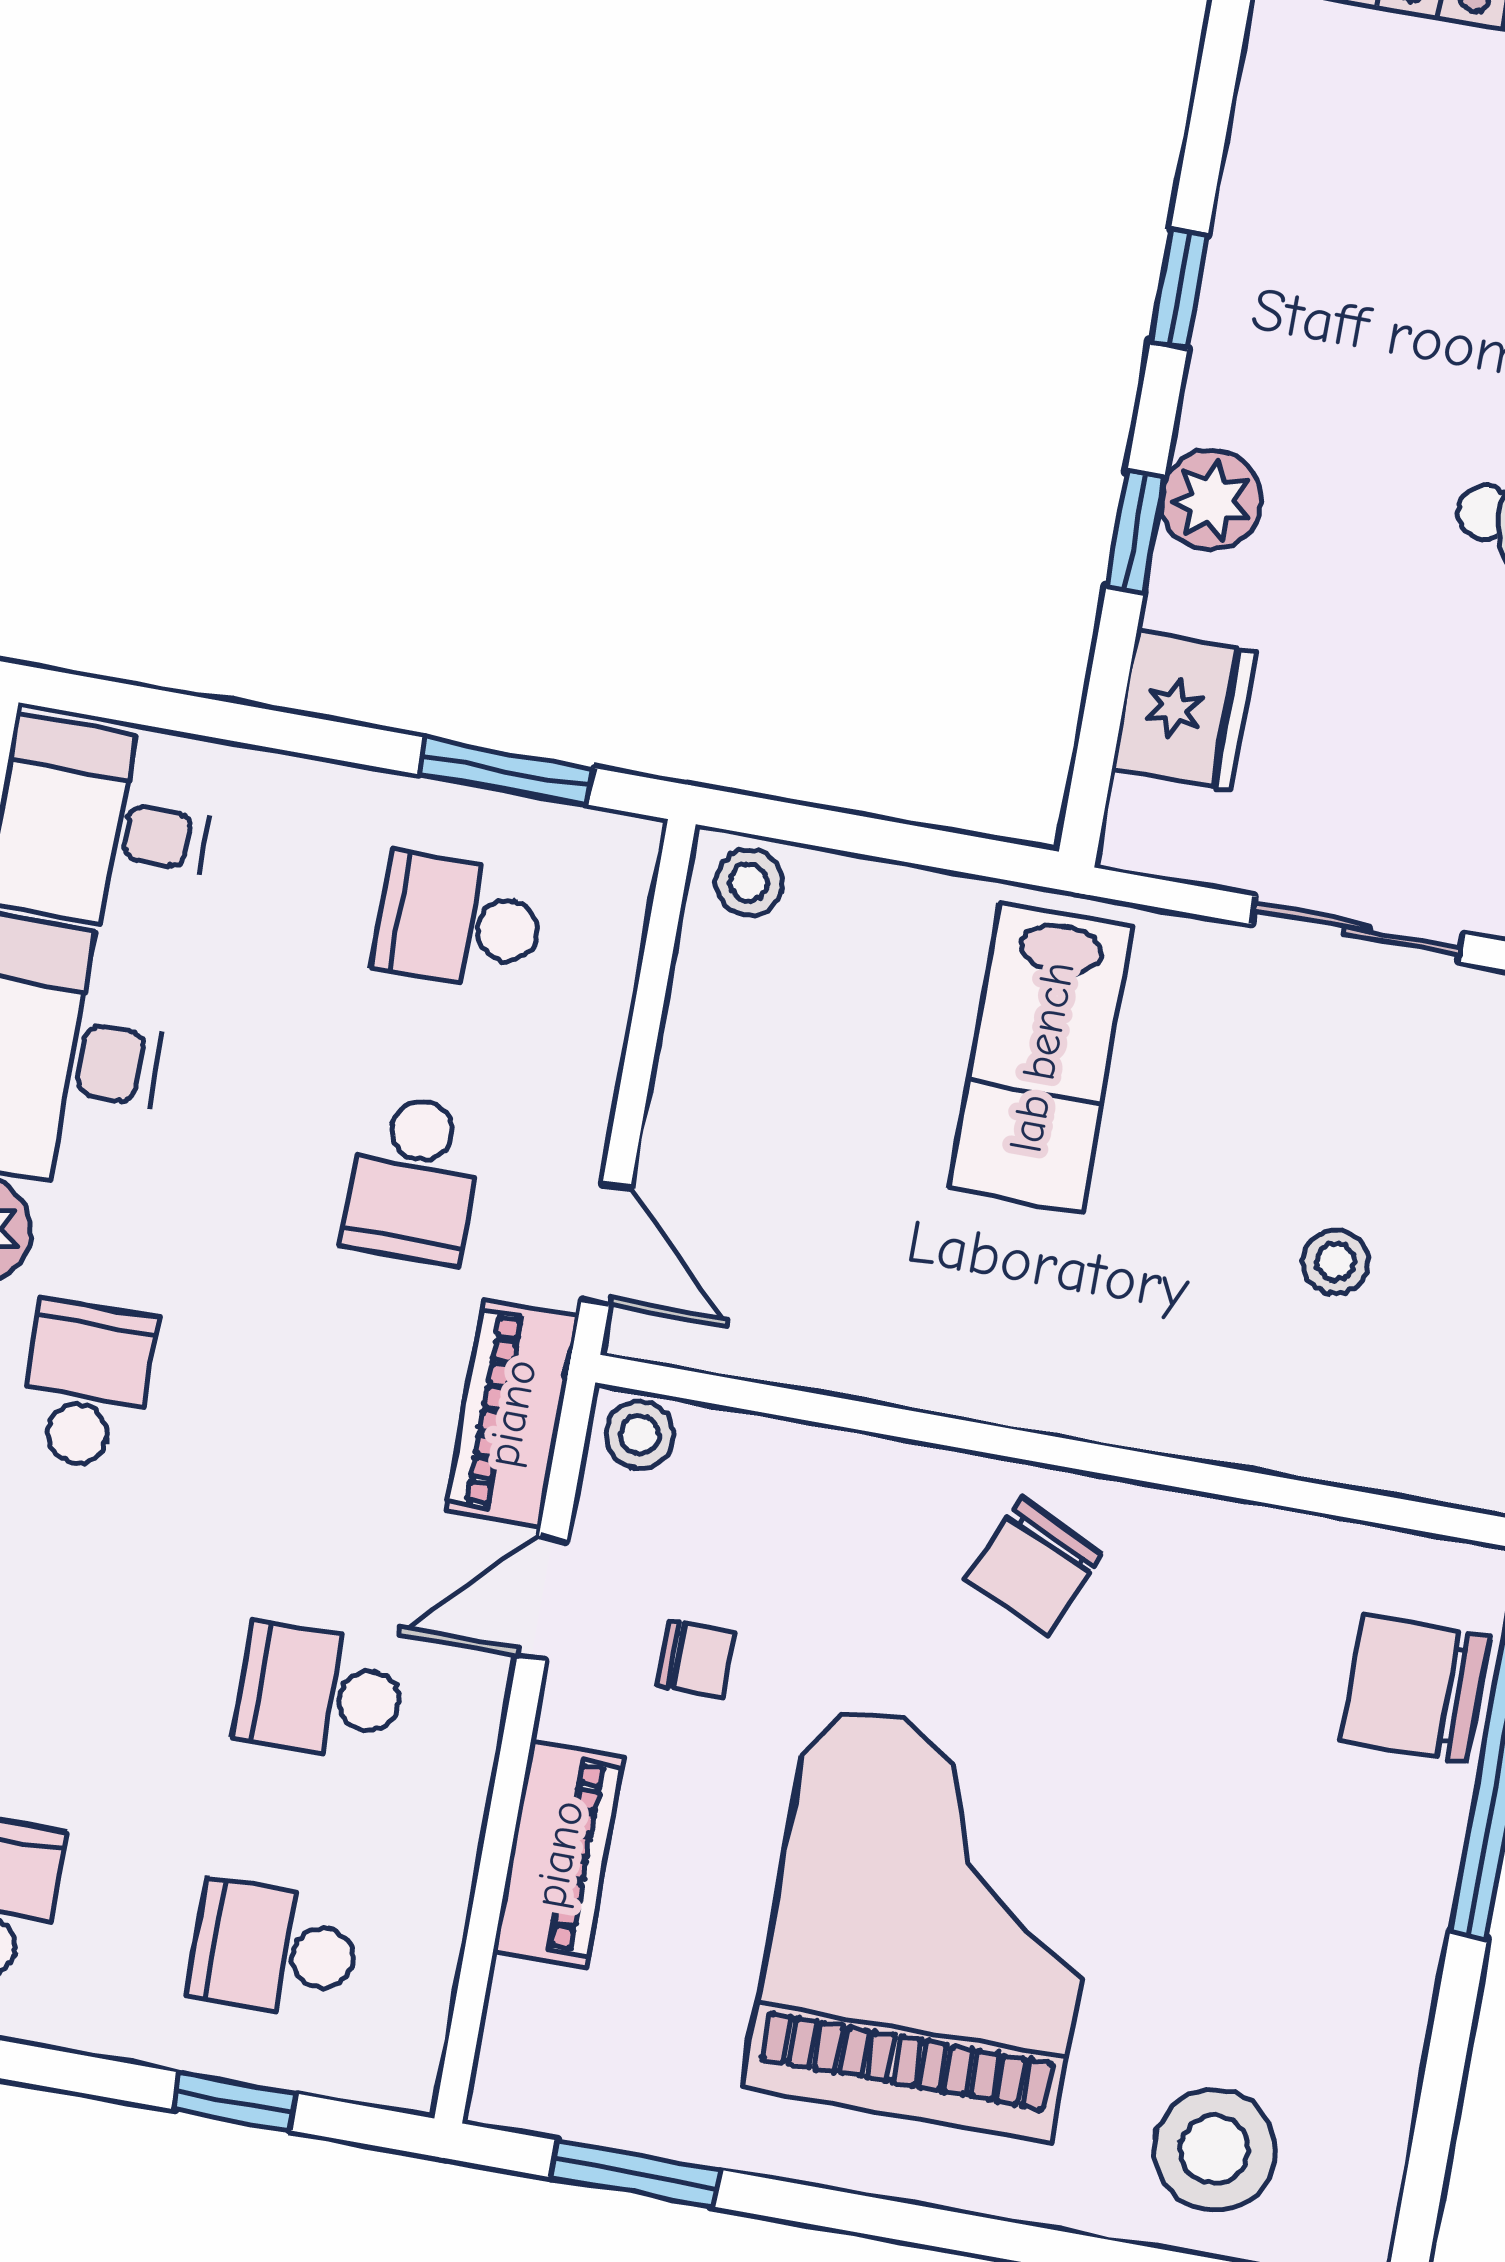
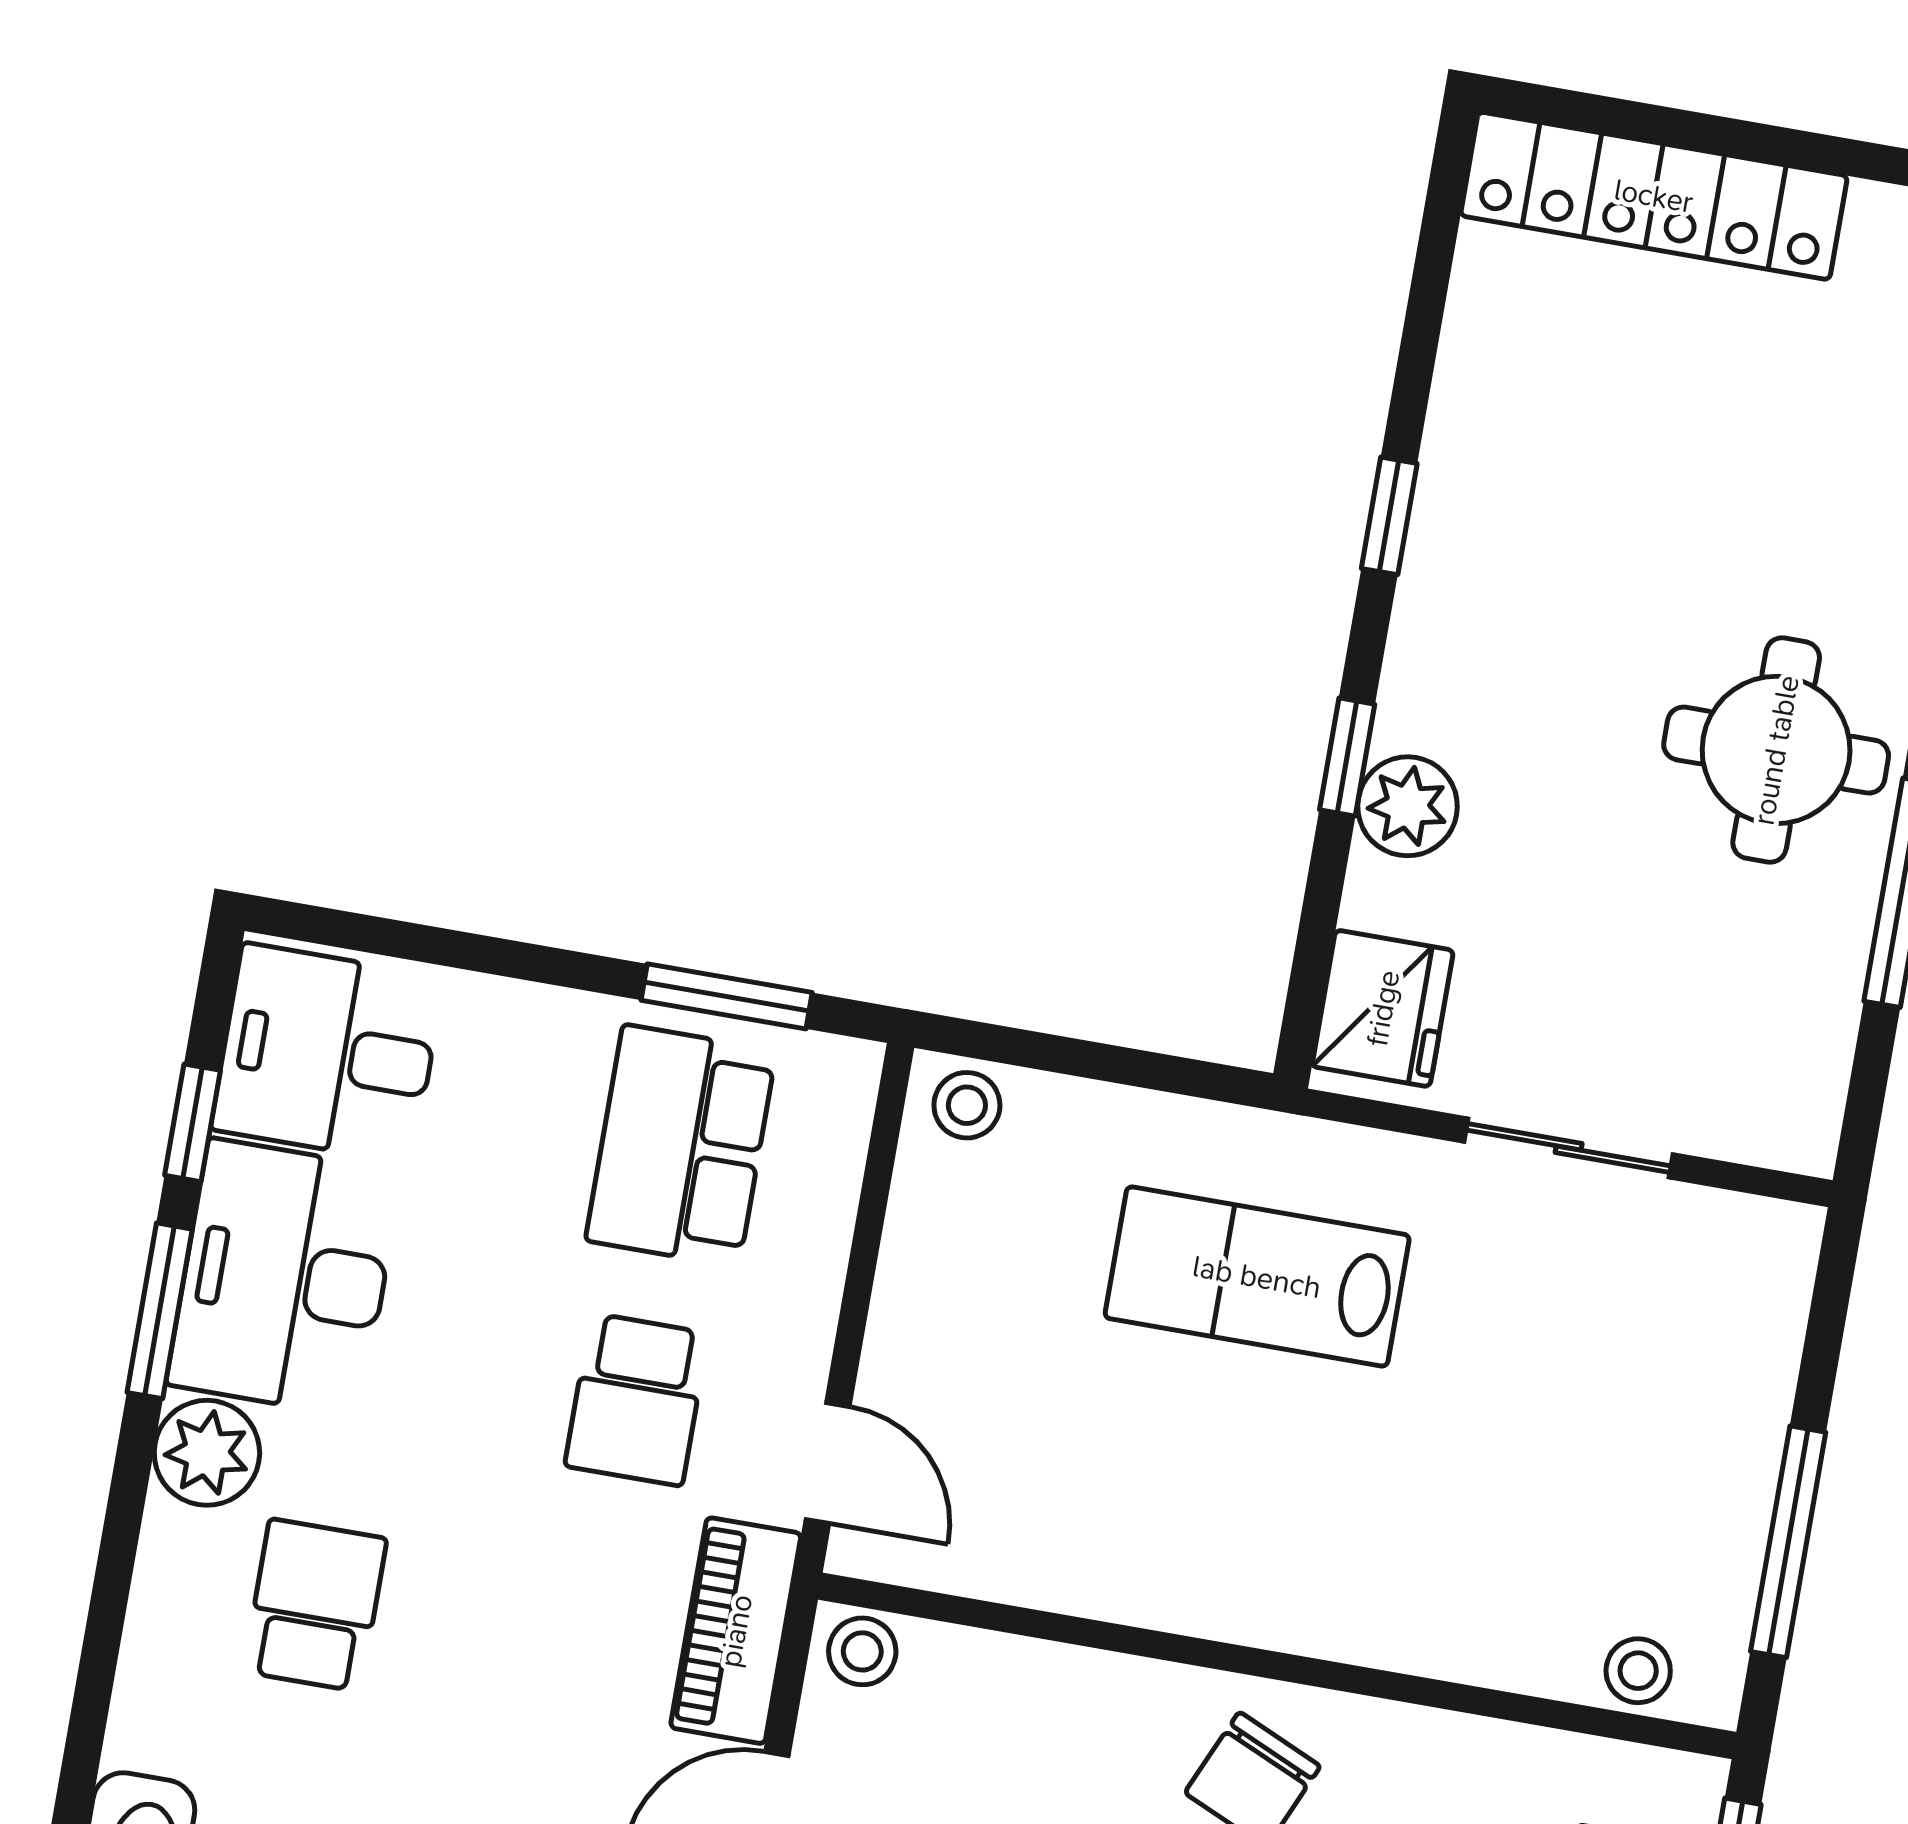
plant: (1211, 500) -> (1408, 806), moved
fridge: (1184, 710) -> (1383, 1008), moved
school desk: (459, 922) -> (681, 1146), width x1.85
lab bench: (1042, 1057) -> (1257, 1277), turned 90
stool: (1336, 1262) -> (1638, 1671), moved

